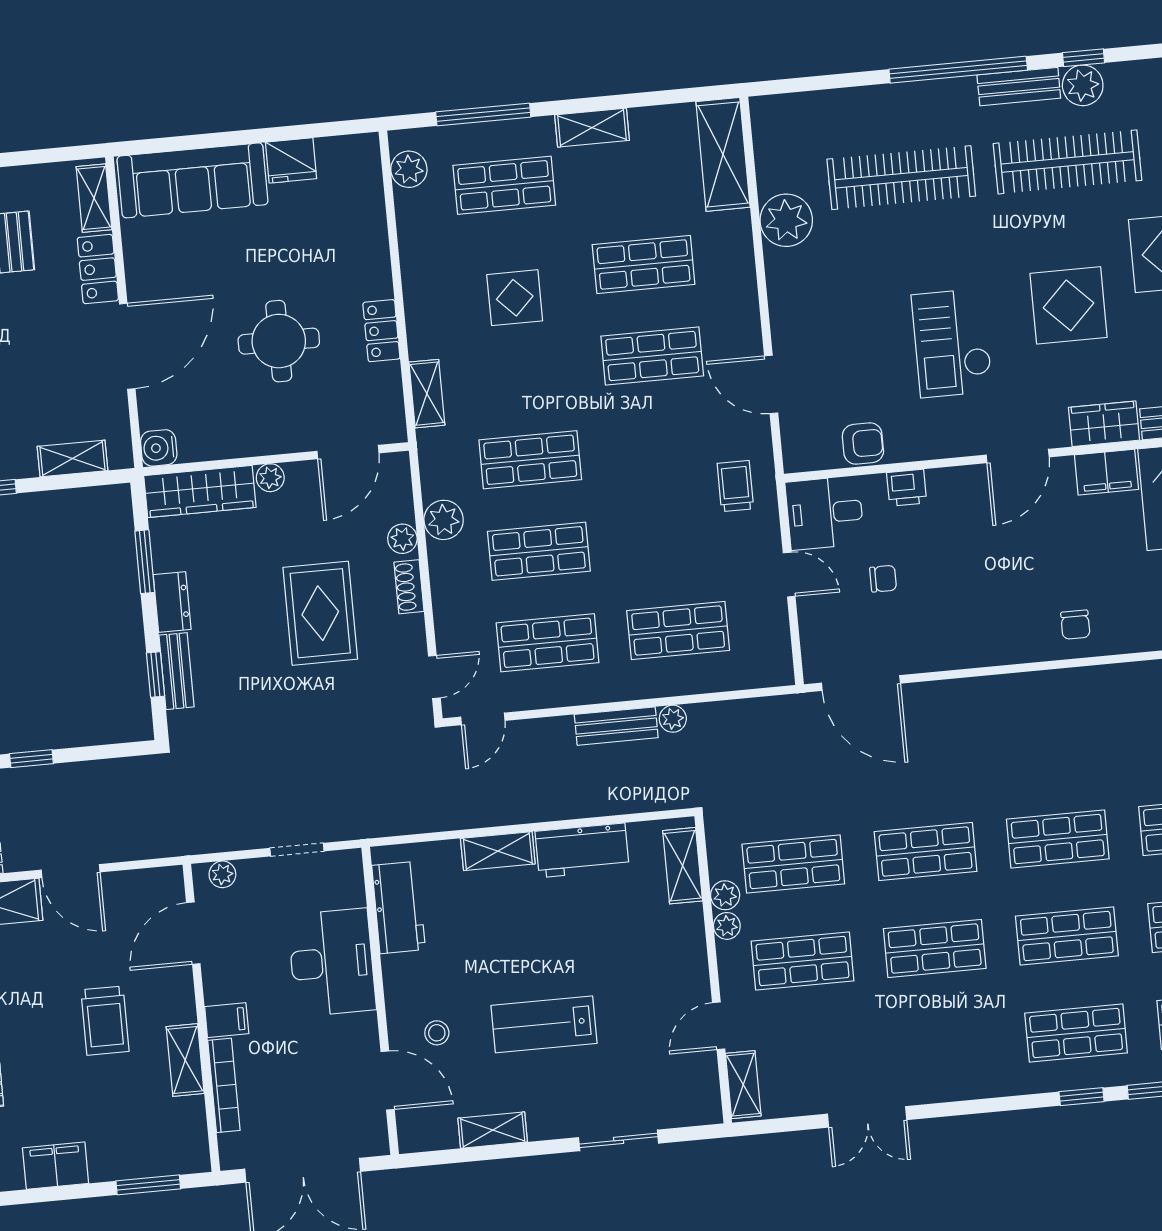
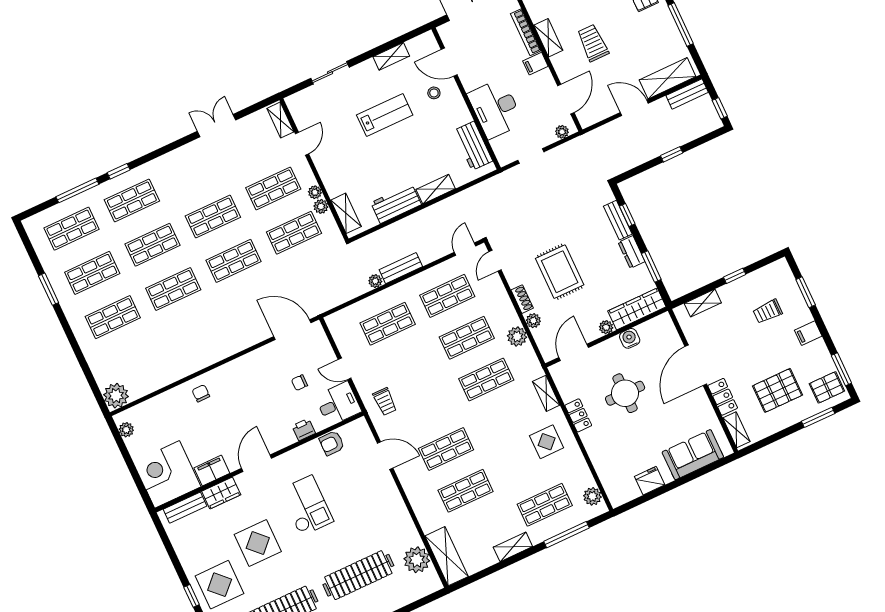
sofa: (192, 180) -> (693, 455), width x0.73
plant: (786, 220) -> (417, 560), moved
display table: (515, 298) -> (547, 442), moved
water cooler: (159, 448) -> (630, 338), moved, turned -90

